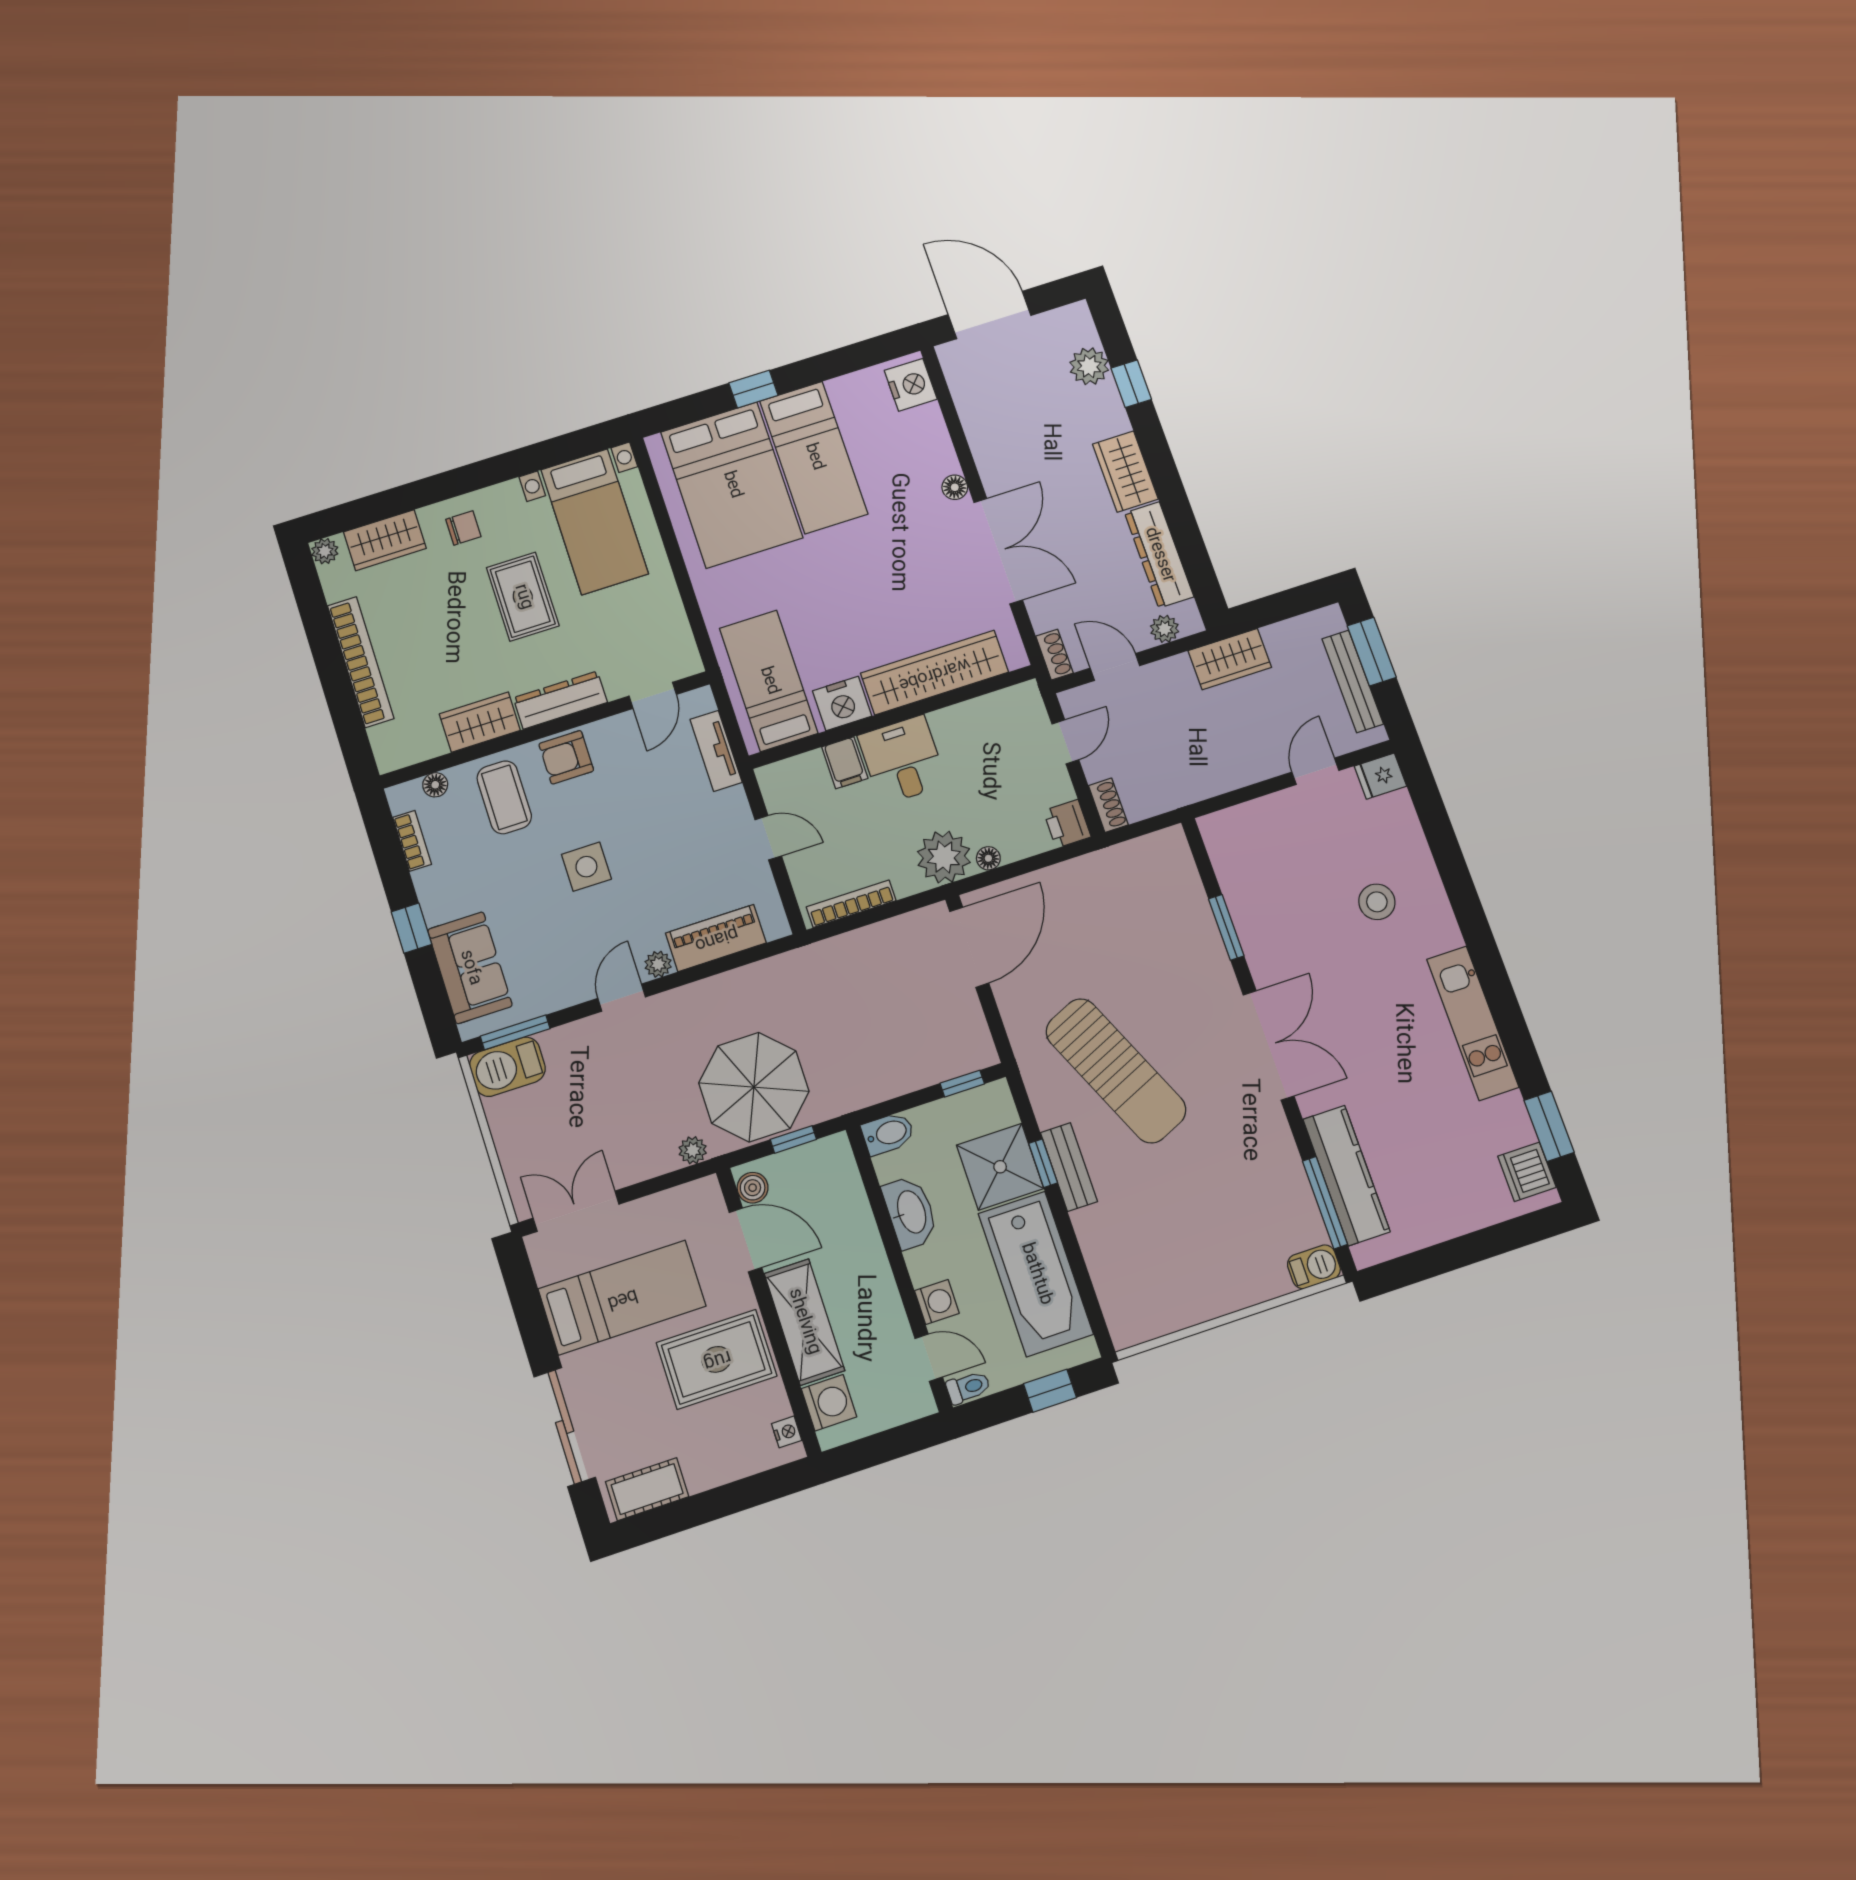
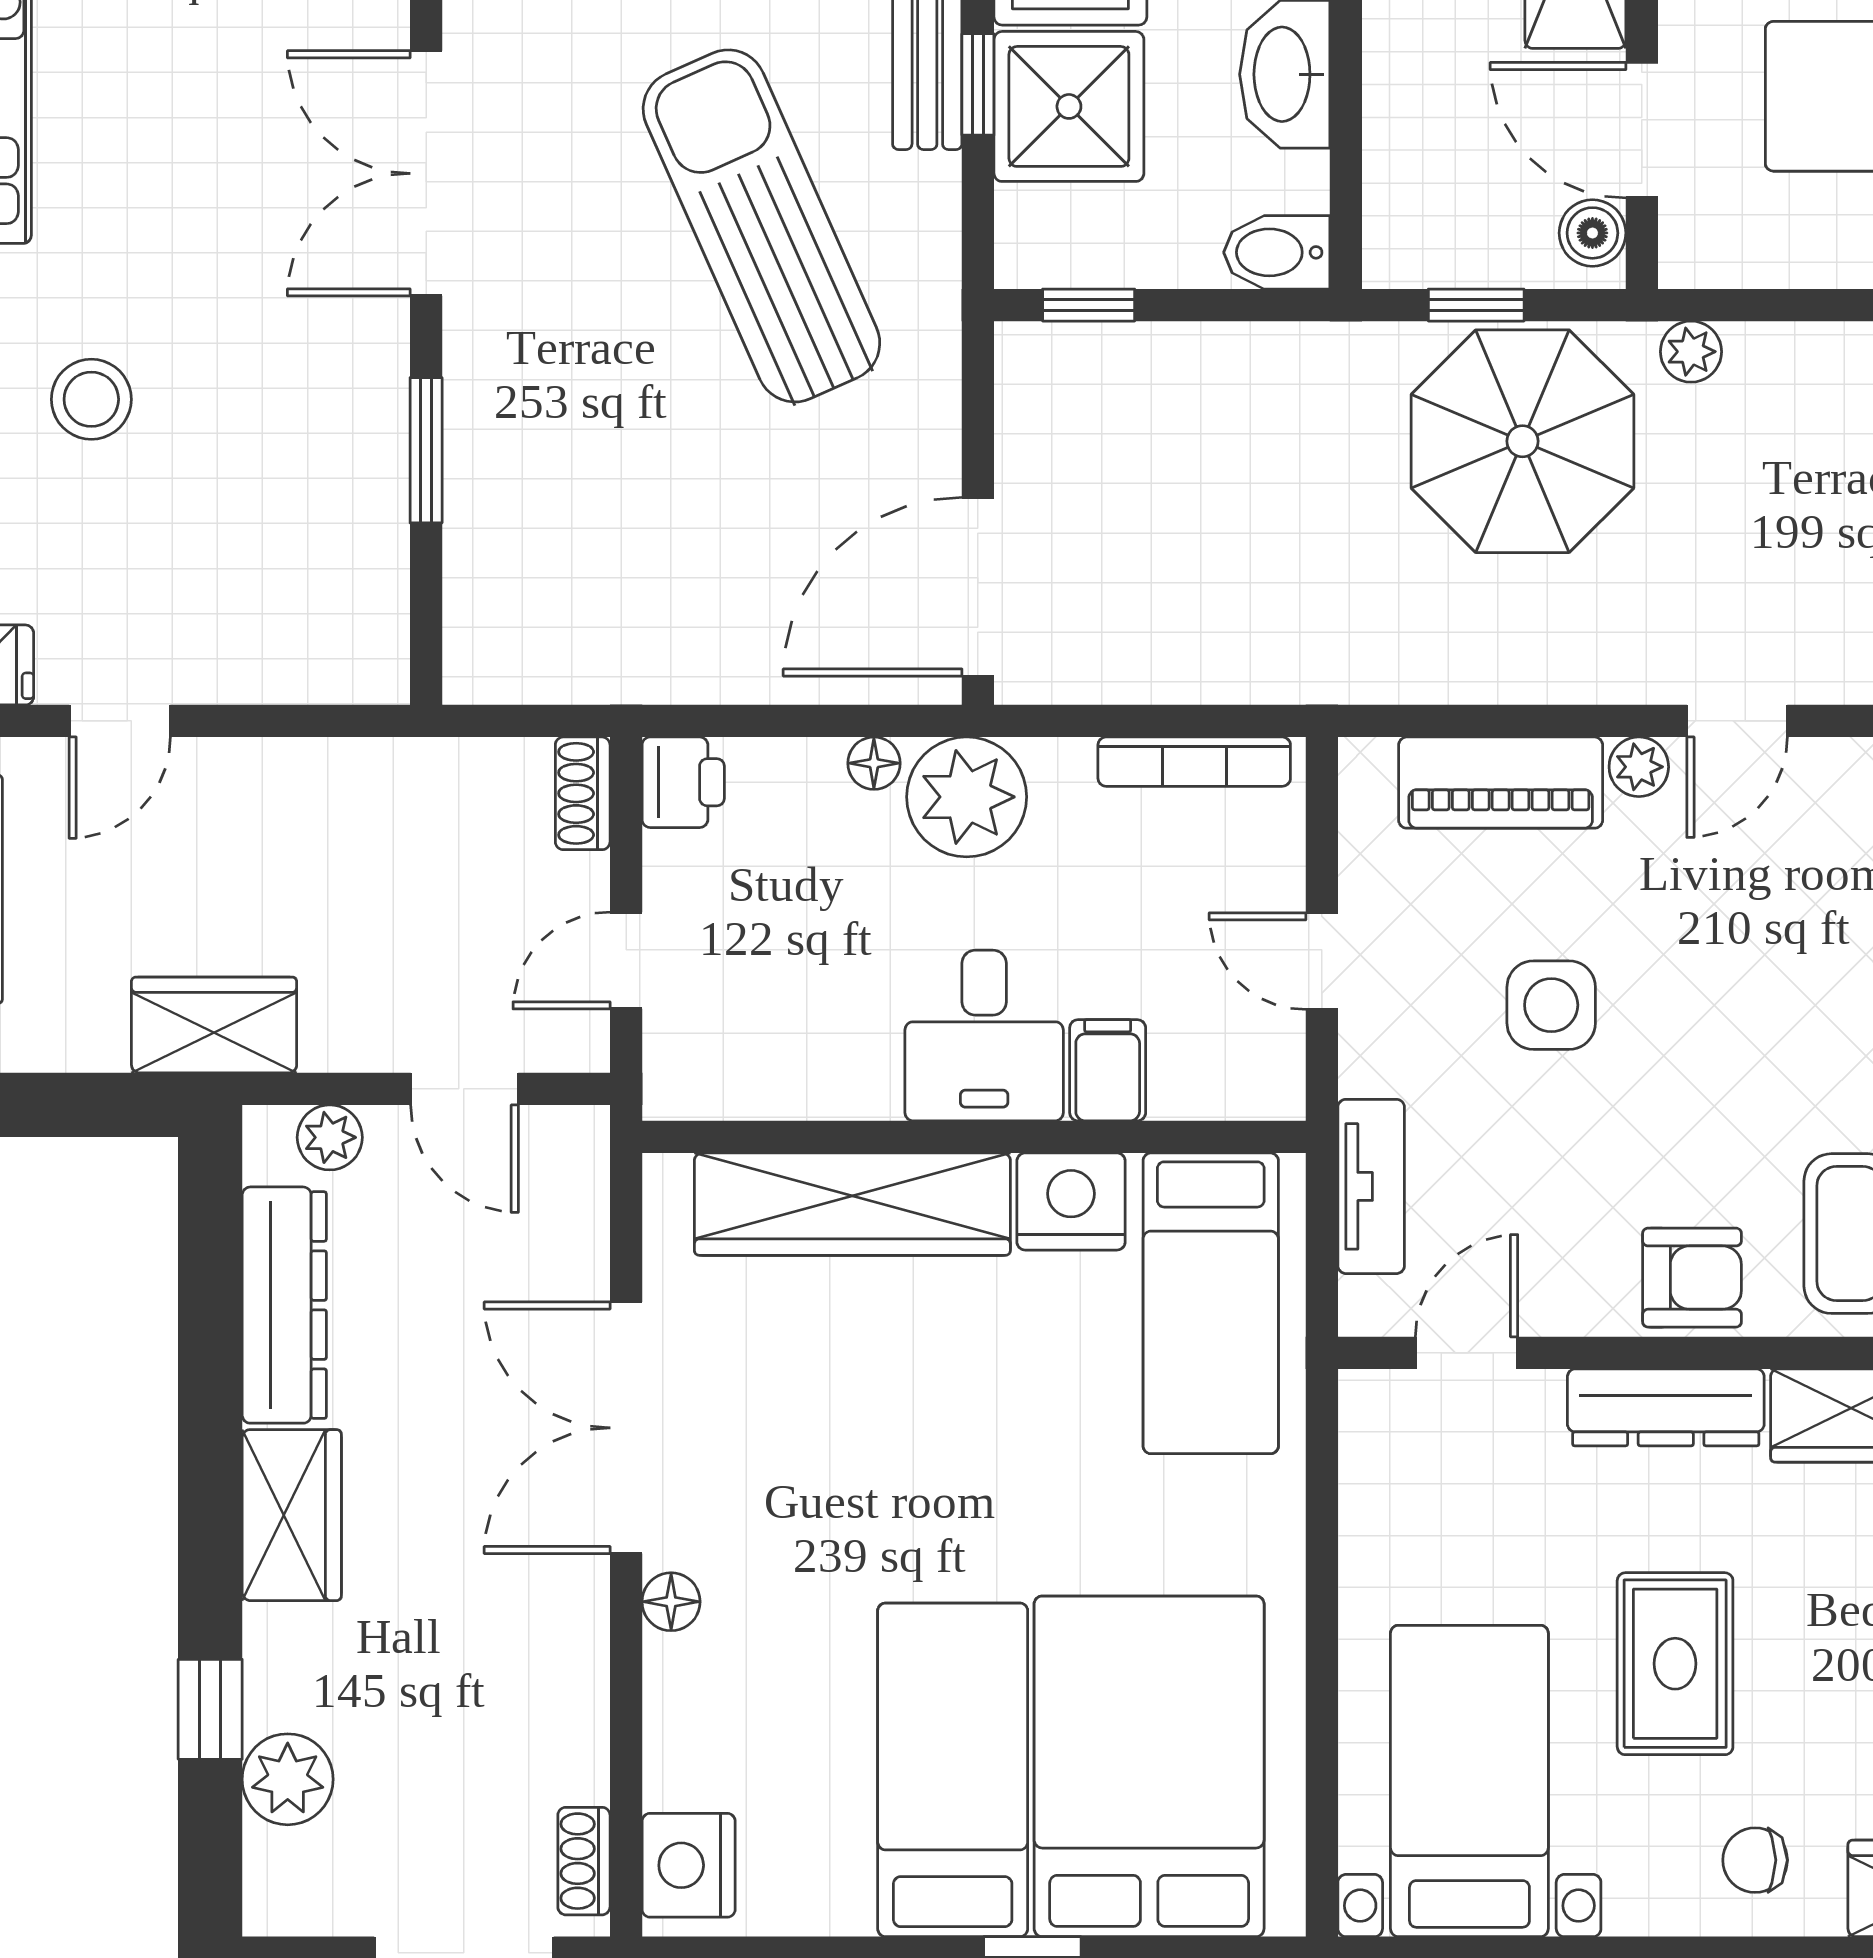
shoe rack: (1054, 655) -> (584, 1861), moved
side table: (586, 867) -> (1551, 1005), moved

